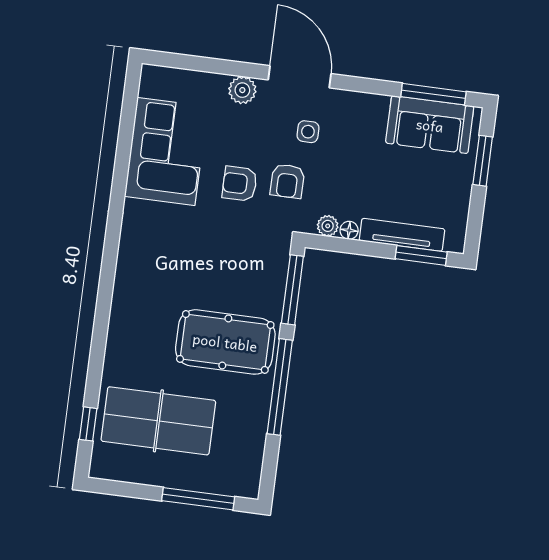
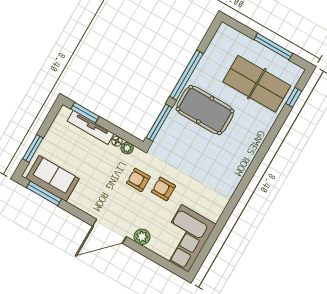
door: (300, 77) -> (109, 231), hinge flipped
side table: (308, 132) -> (117, 201), removed
corner sofa: (166, 151) -> (185, 238), moved
armchair: (287, 181) -> (138, 180), turned -90
armchair: (240, 184) -> (164, 189), turned 180
window: (198, 499) -> (273, 47), moved

